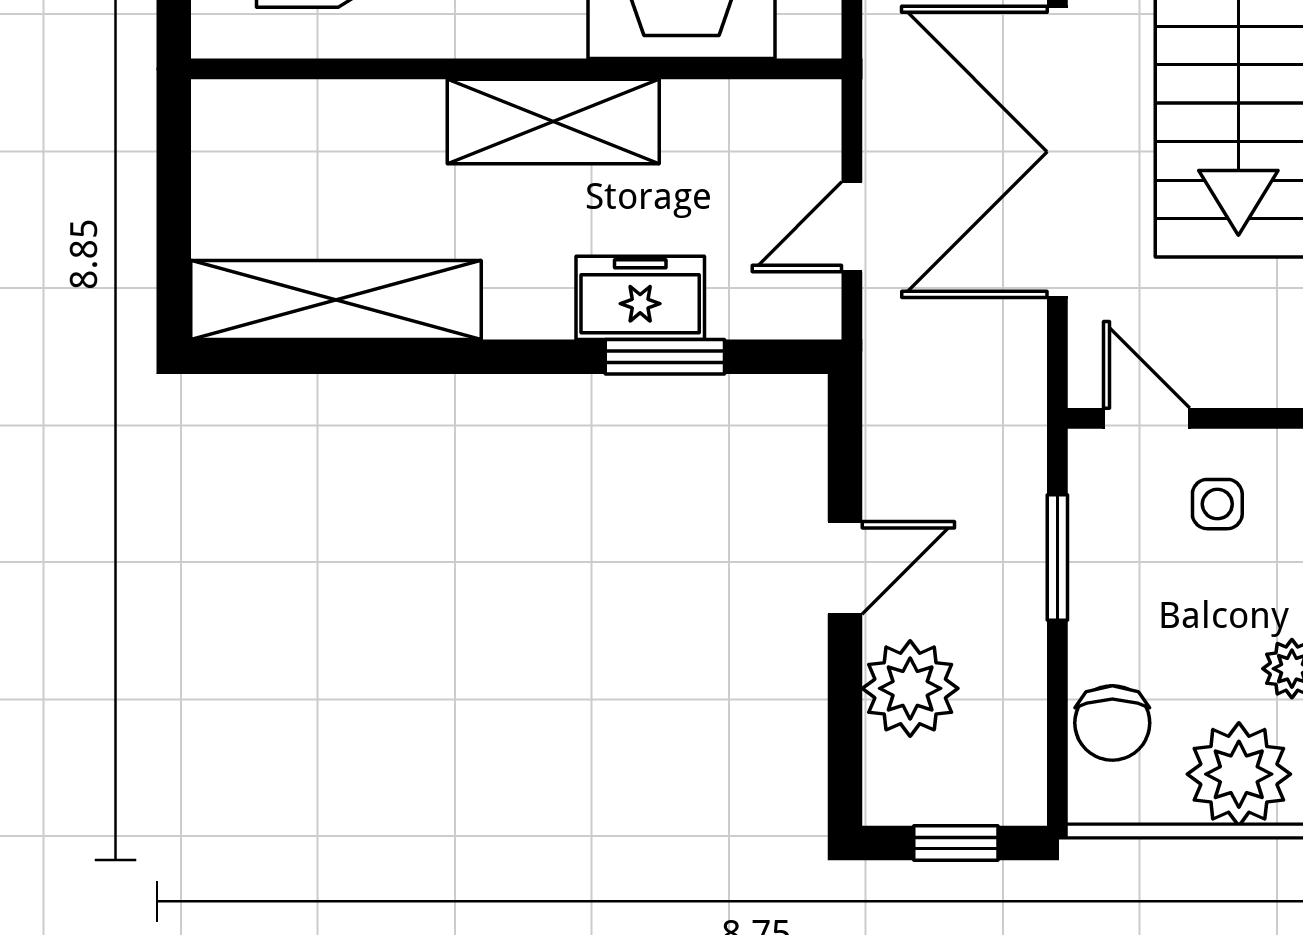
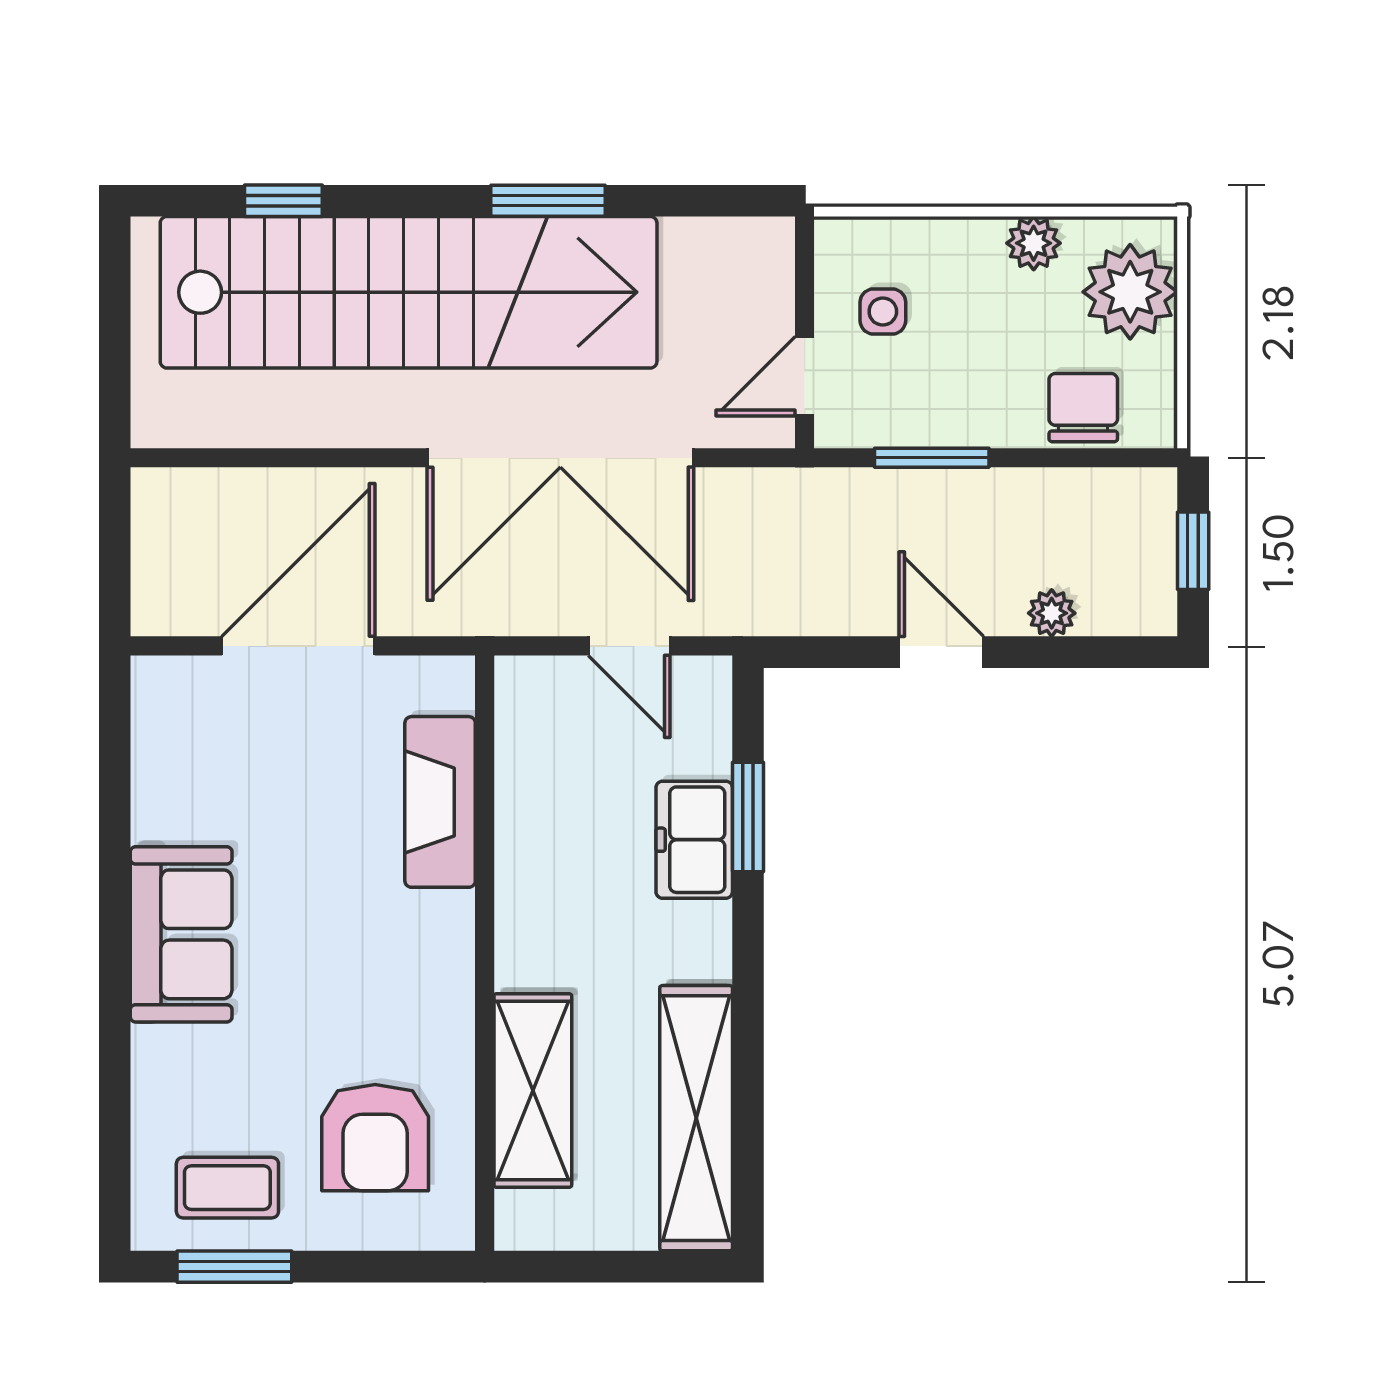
shelving: (553, 122) -> (533, 1090), moved
plant: (910, 688) -> (1052, 613), width x0.53, depth x0.53
chair: (1112, 723) -> (1083, 408), turned -90

